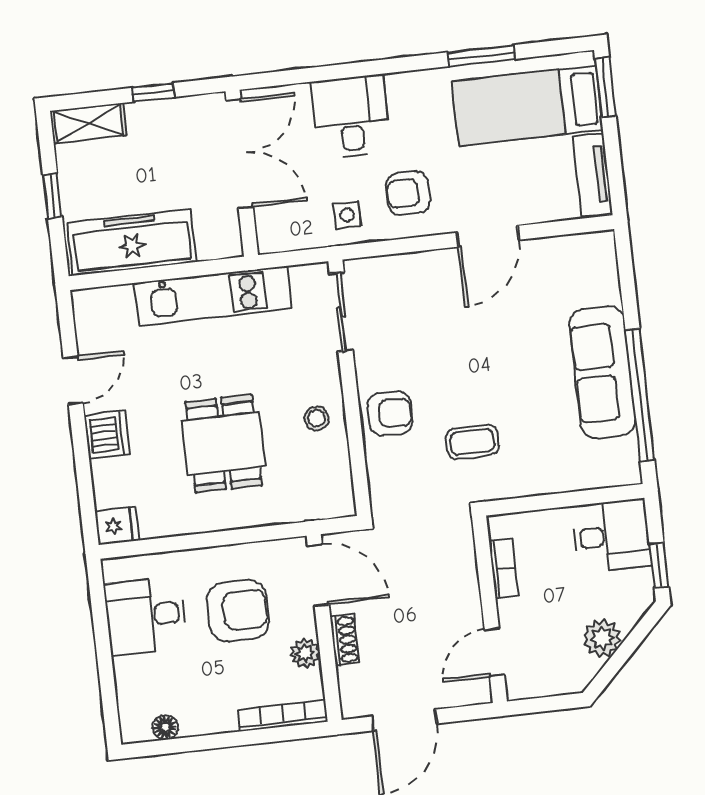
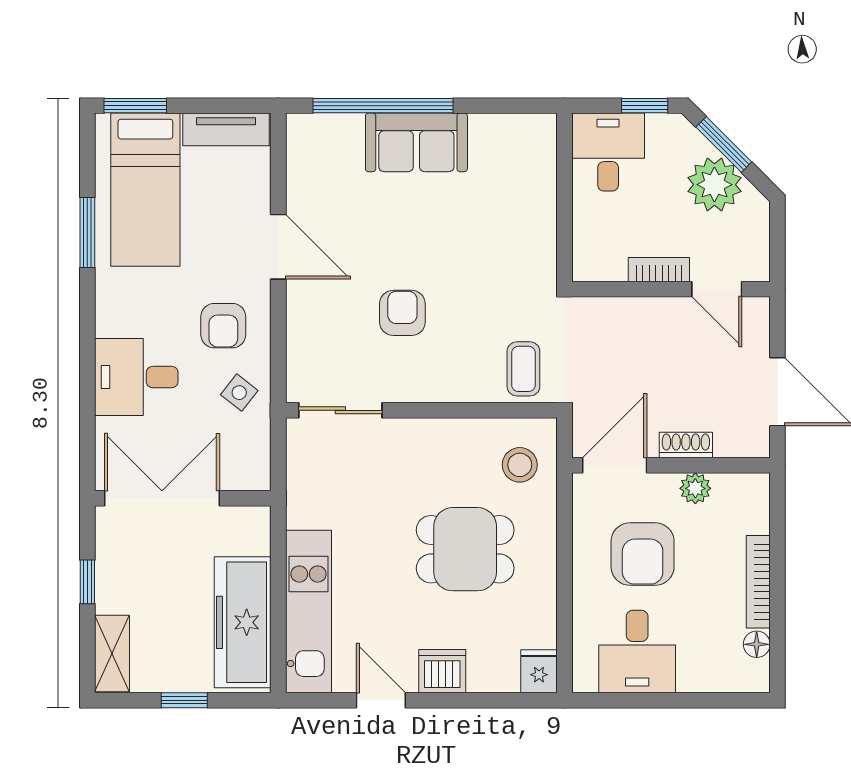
side table: (347, 215) -> (239, 393), turned 38
kitchen unit: (213, 296) -> (308, 611), moved
sofa: (602, 372) -> (416, 142), width x0.73
window: (640, 395) -> (383, 106), moved
armchair: (390, 414) -> (402, 313), moved
stool: (317, 418) -> (520, 465), moved, width x1.37, depth x1.37
coffee table: (472, 442) -> (523, 369), moved
bookcase: (503, 568) -> (659, 270), moved
armchair: (238, 611) -> (643, 554), turned 180
plant: (602, 638) -> (714, 185), width x1.36, depth x1.36
window: (631, 644) -> (724, 145), added
bookcase: (283, 715) -> (758, 582), moved

